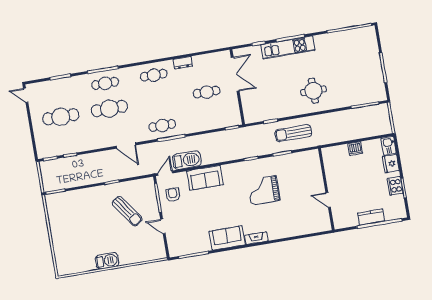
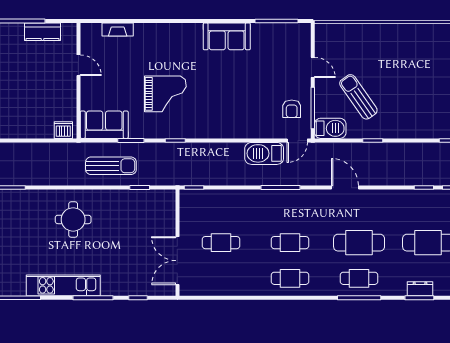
kitchen unit: (288, 47) -> (63, 285), moved
dresser: (183, 63) -> (420, 289), moved
cafe table: (162, 125) -> (290, 243), moved
dishwasher: (355, 149) -> (63, 130), moved
sofa: (205, 178) -> (104, 125), moved
kitchen counter: (371, 217) -> (43, 32), moved
fireplace: (256, 238) -> (118, 29), moved
barbecue: (107, 261) -> (330, 128), moved, turned 180

